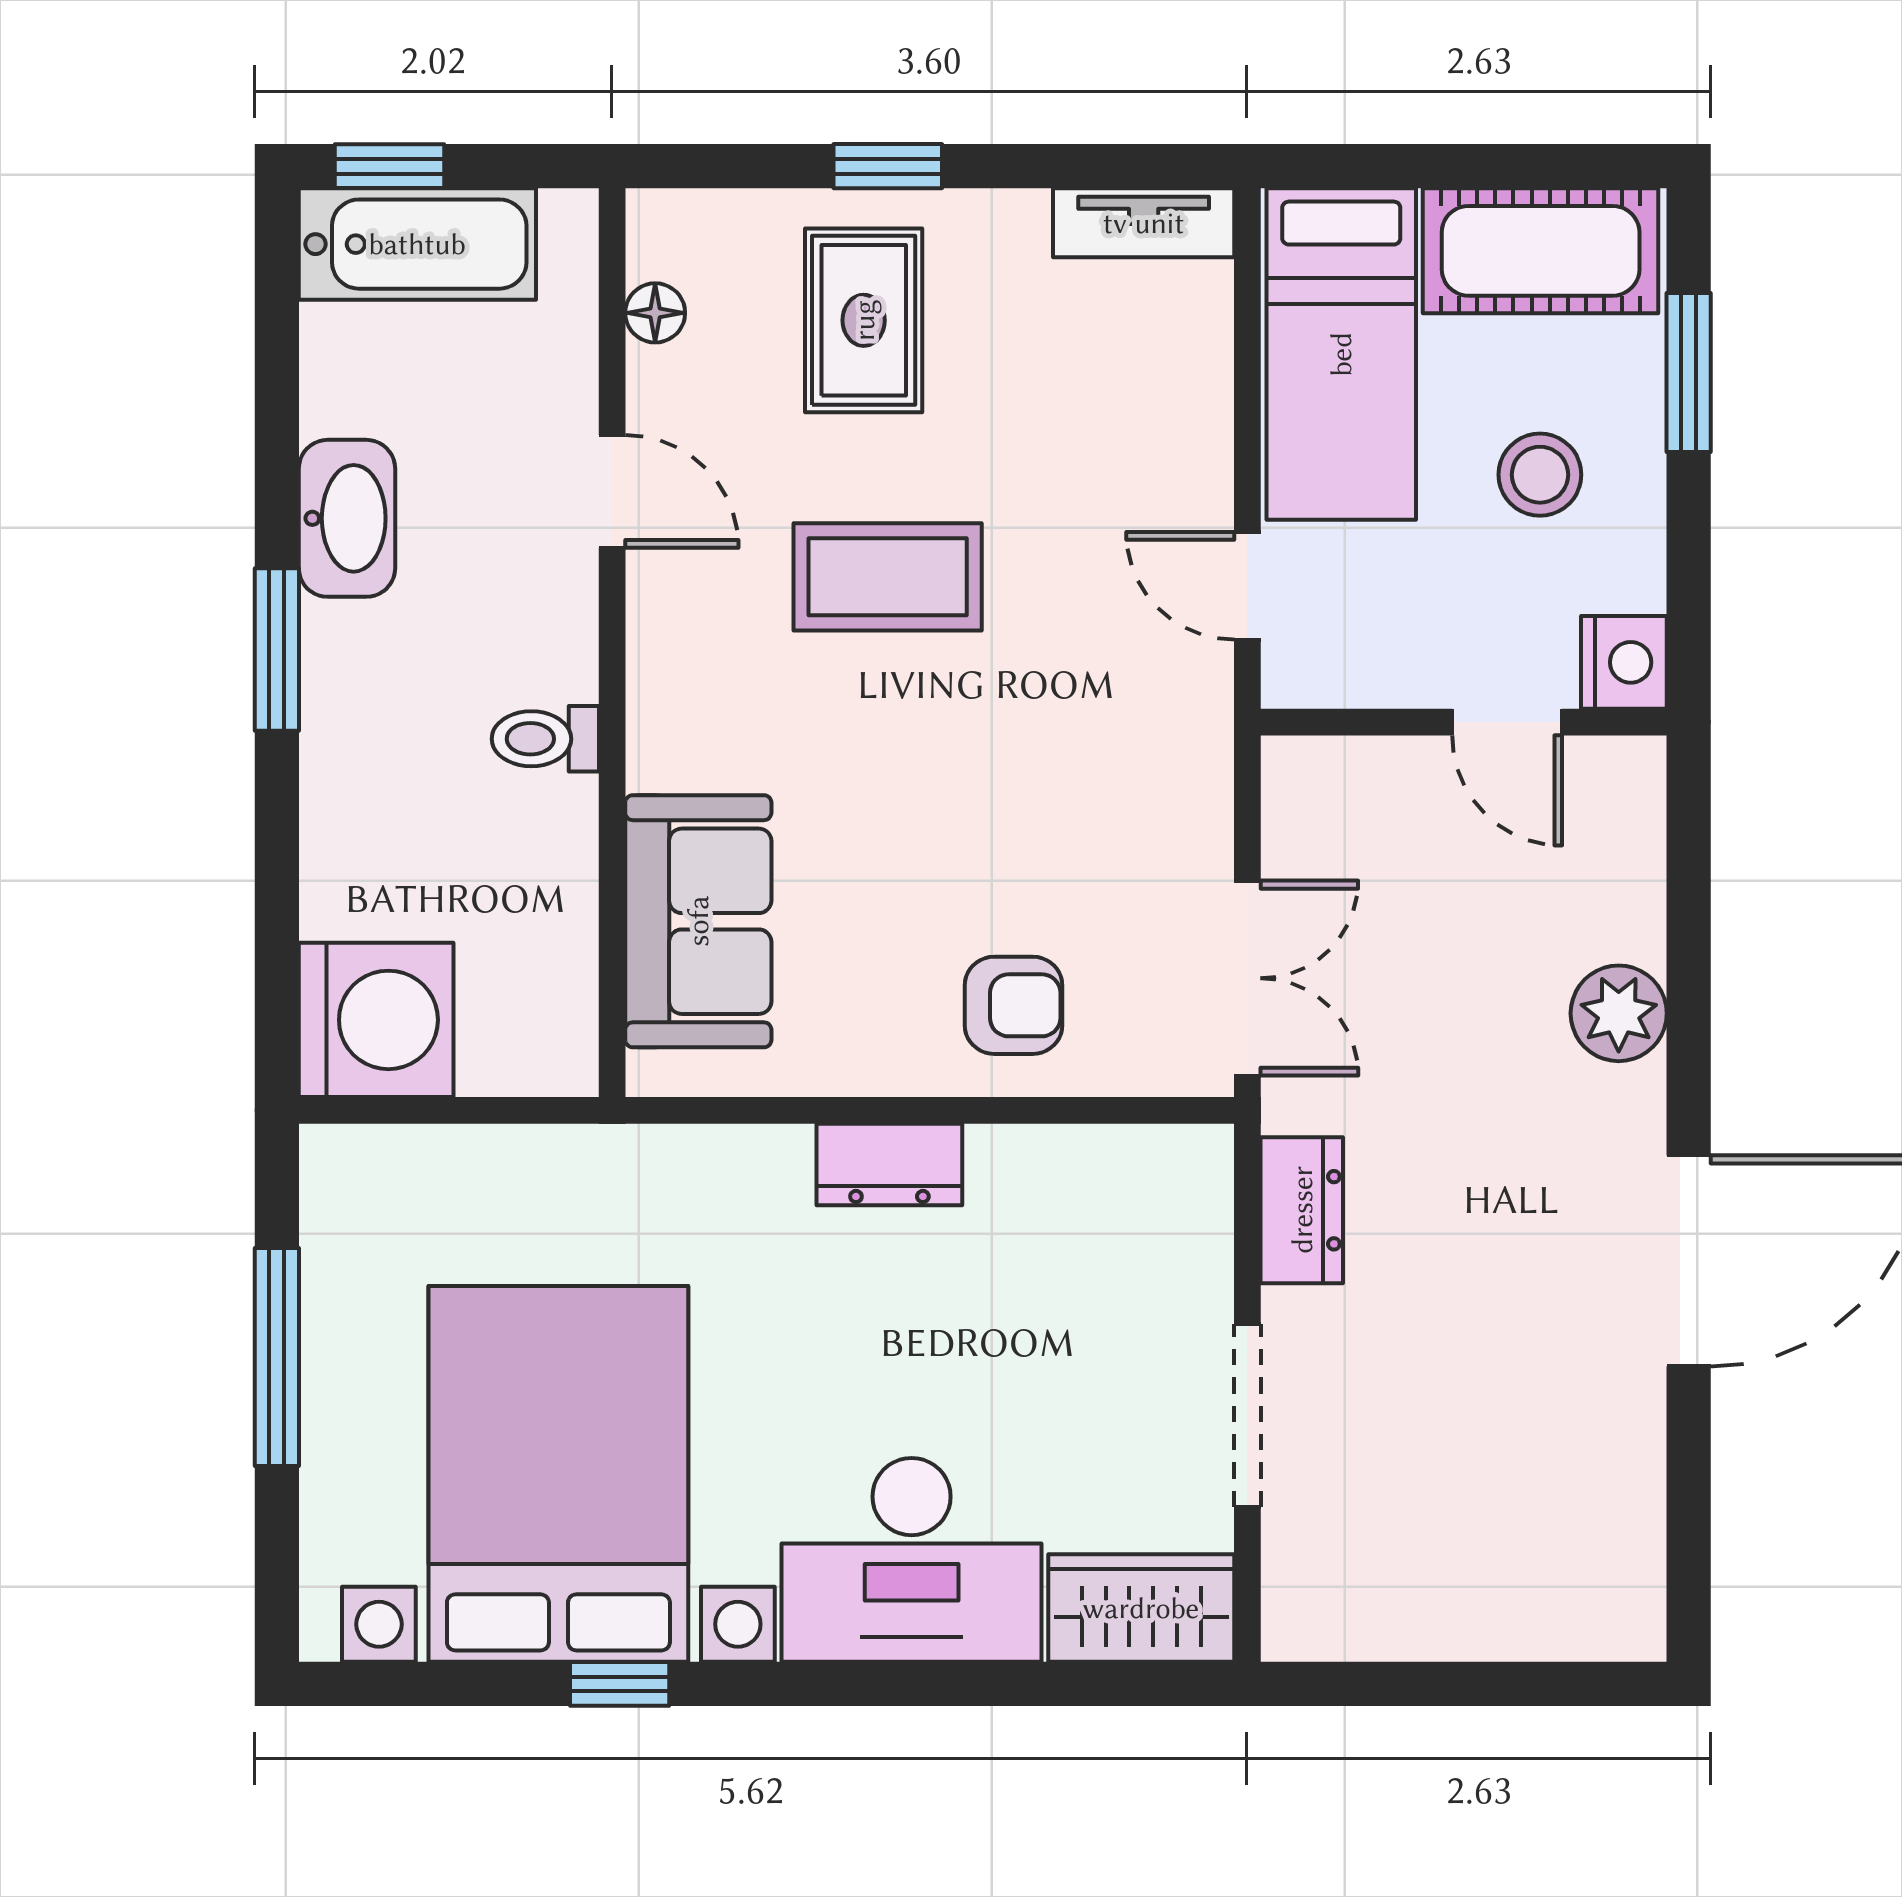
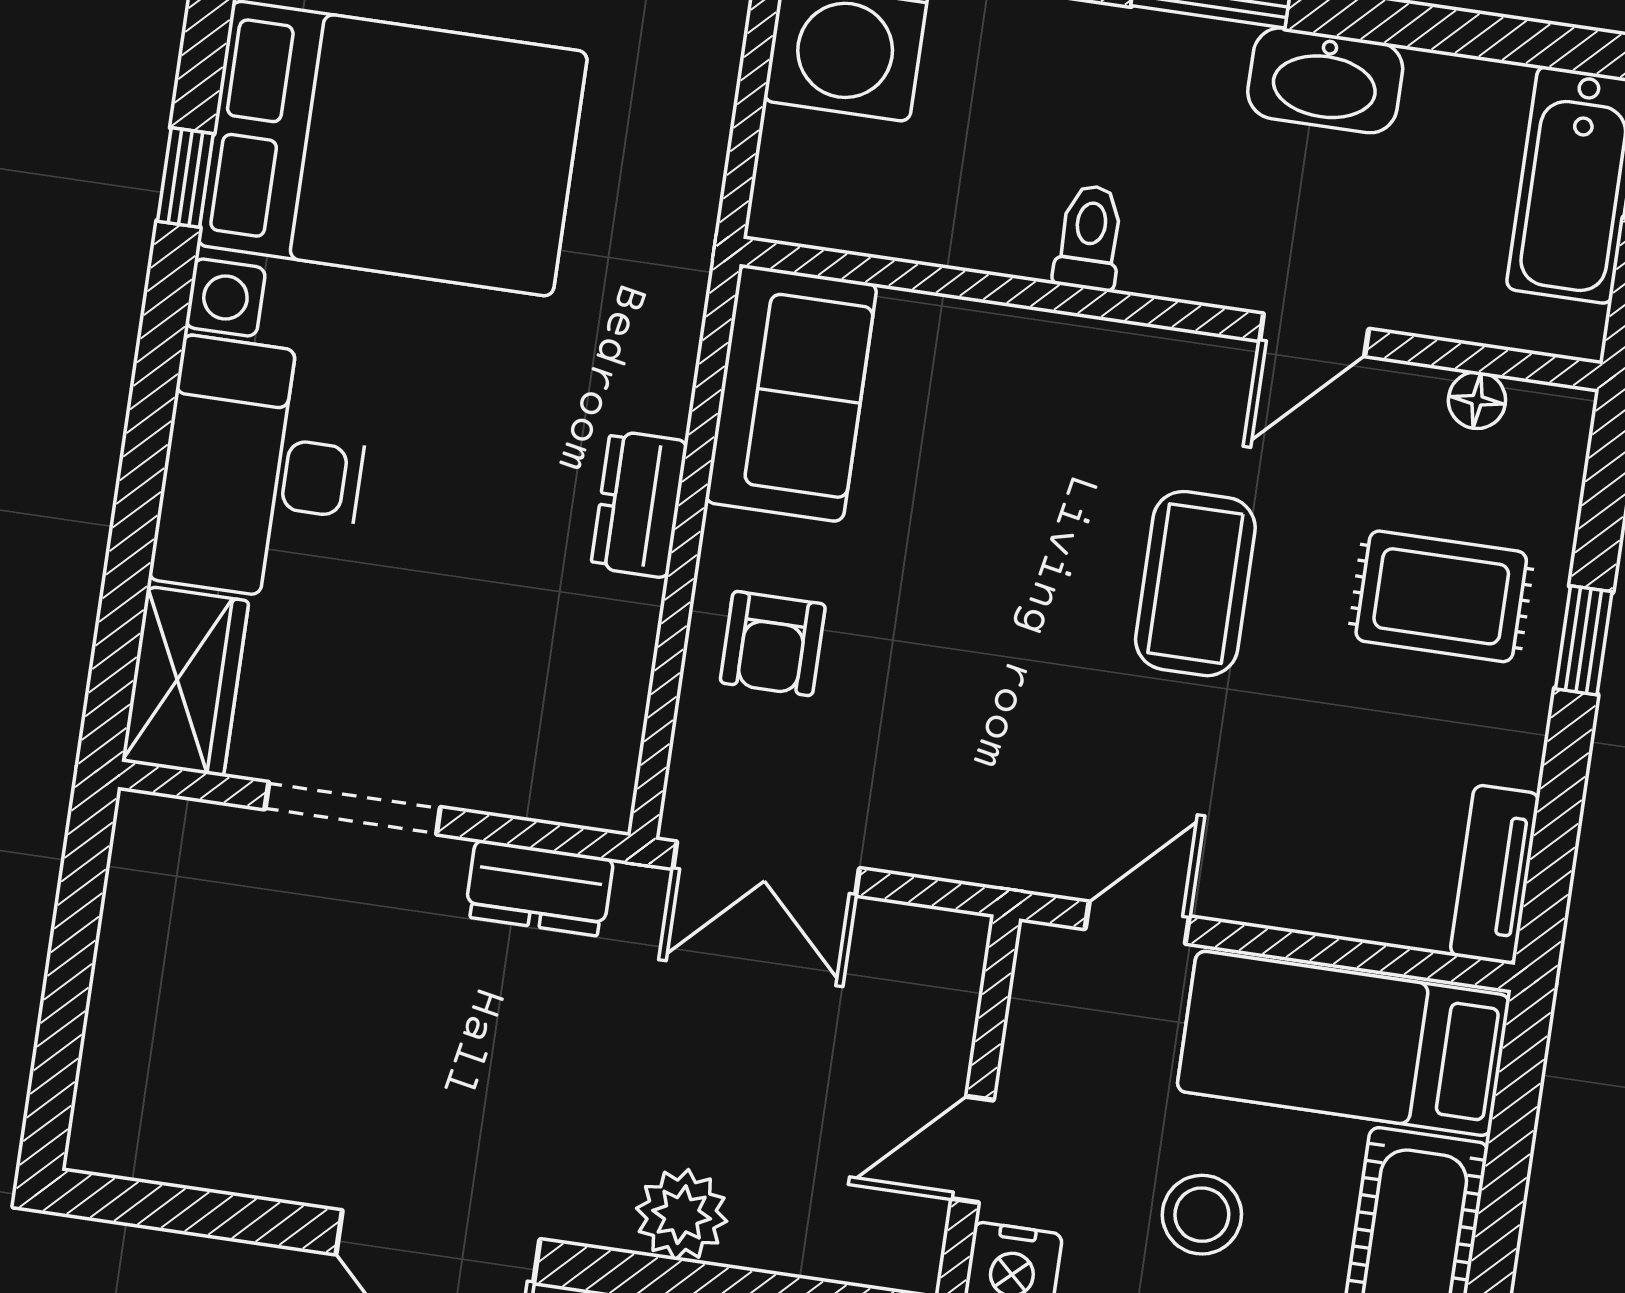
sofa: (698, 921) -> (791, 393), moved, turned -90

